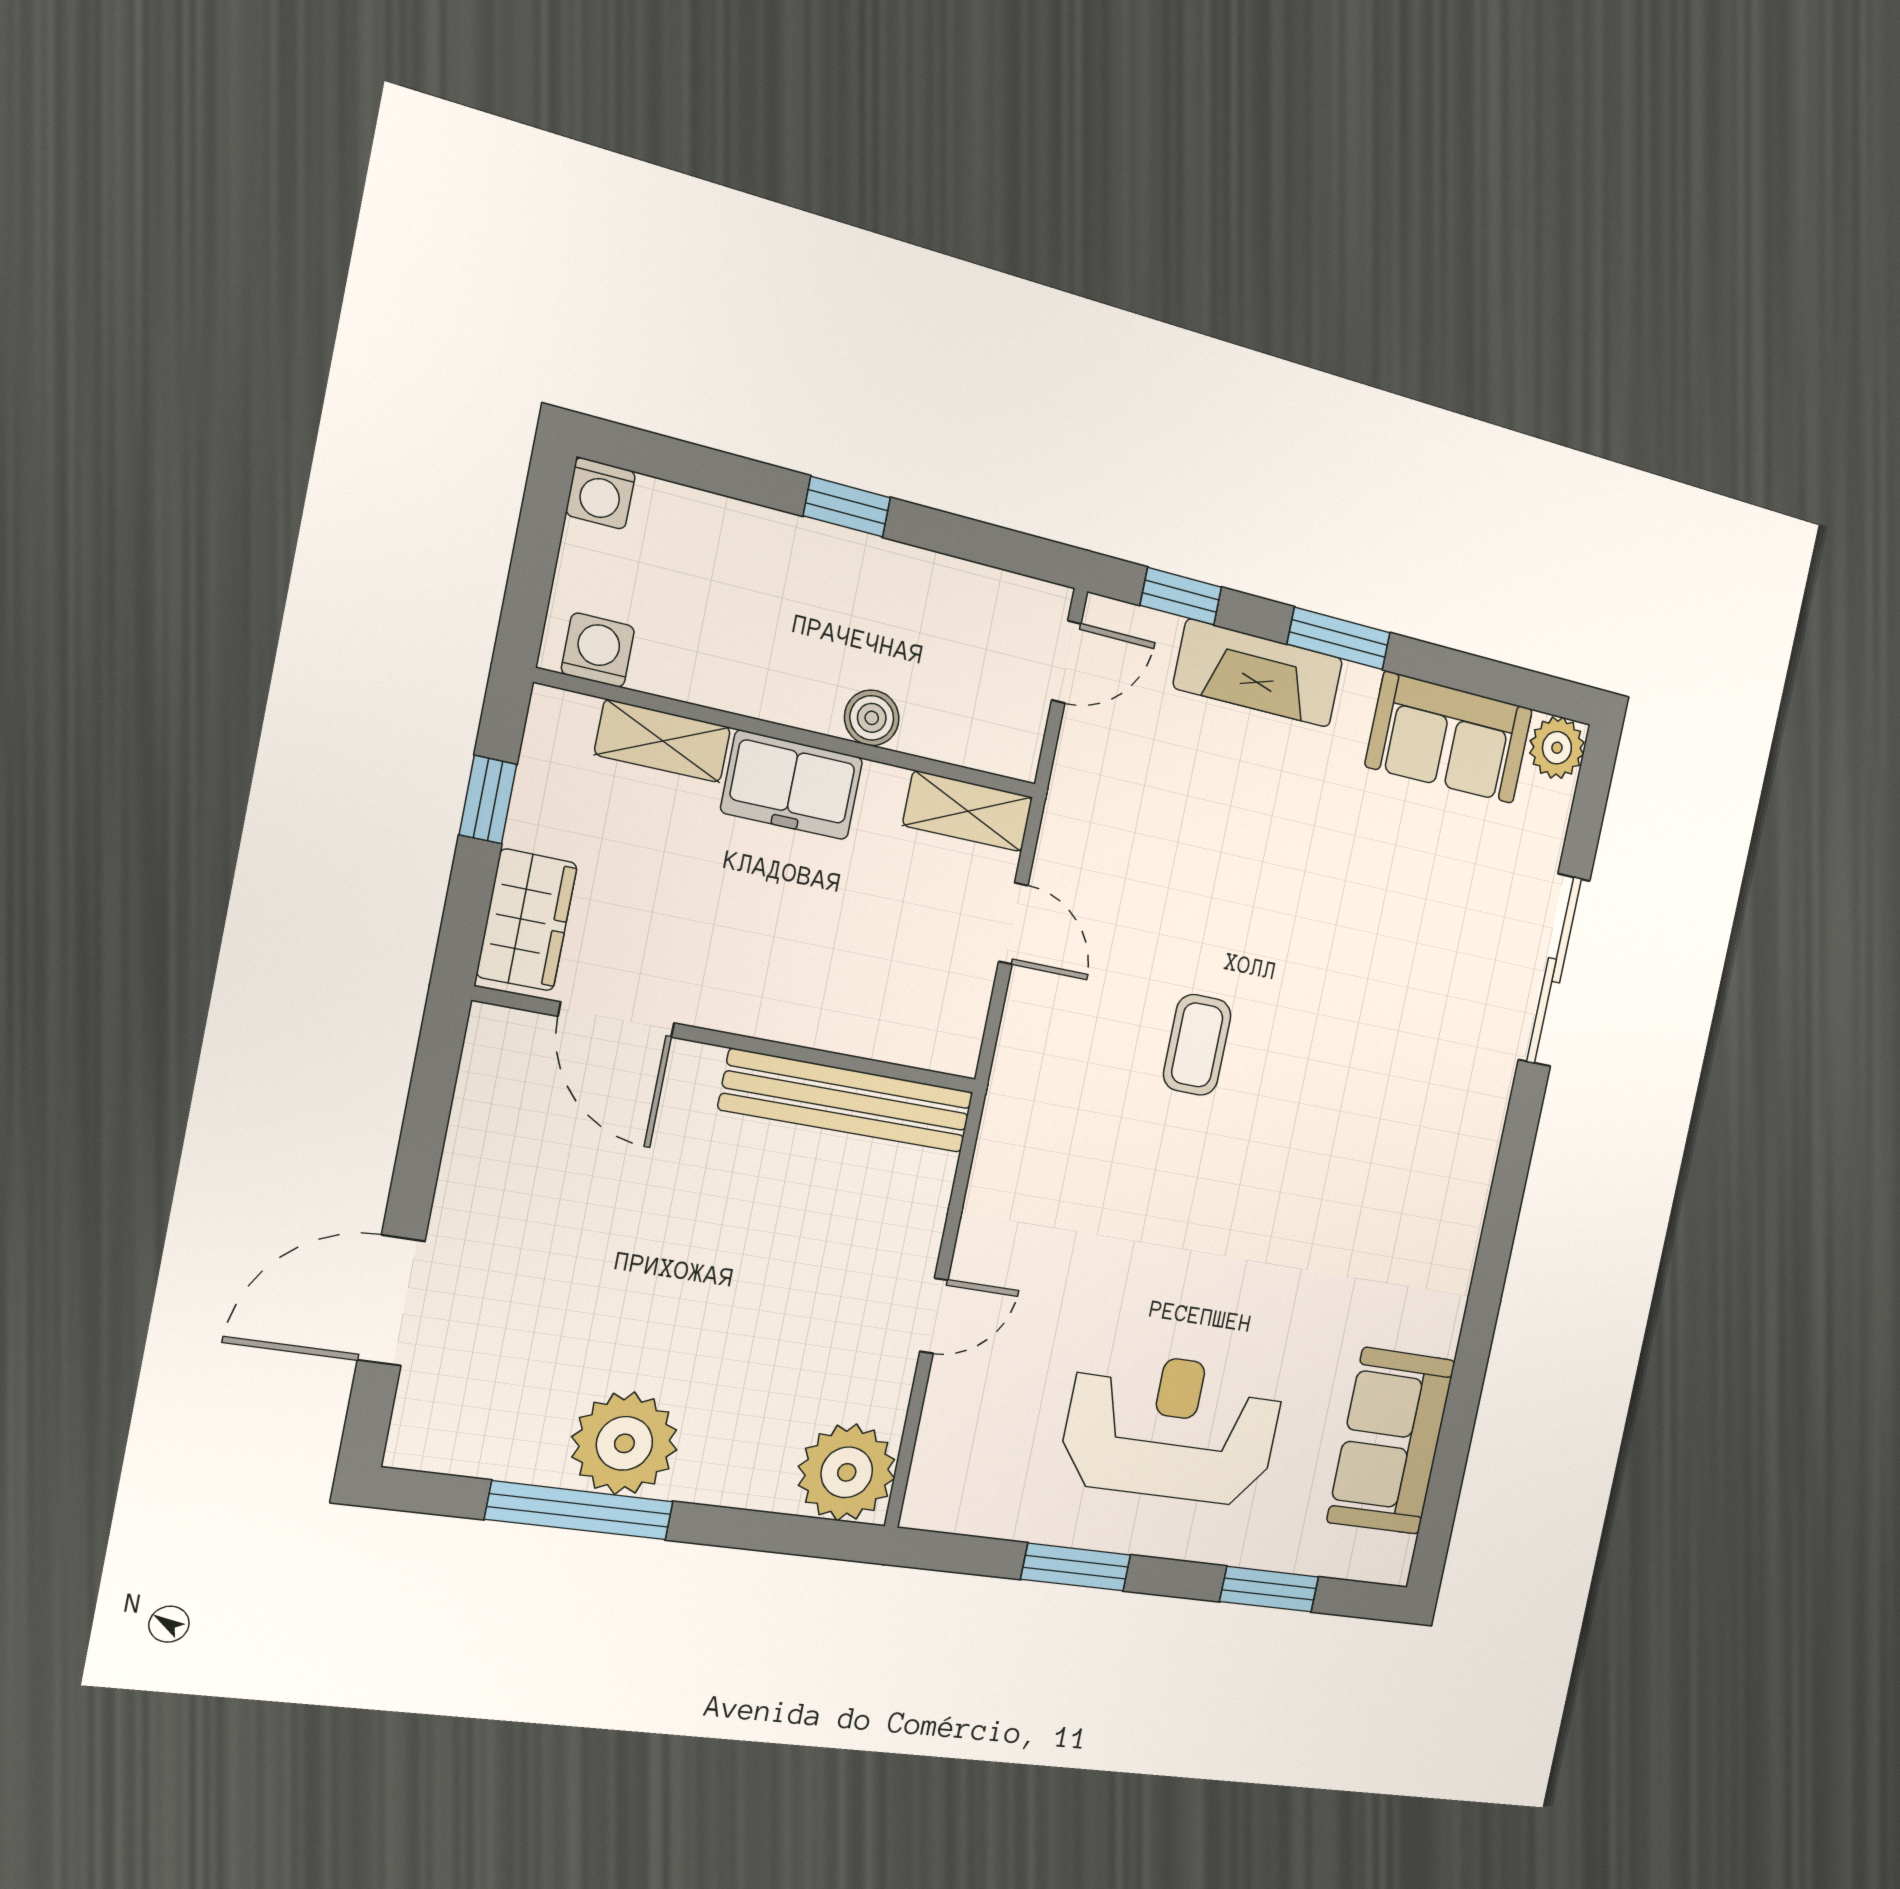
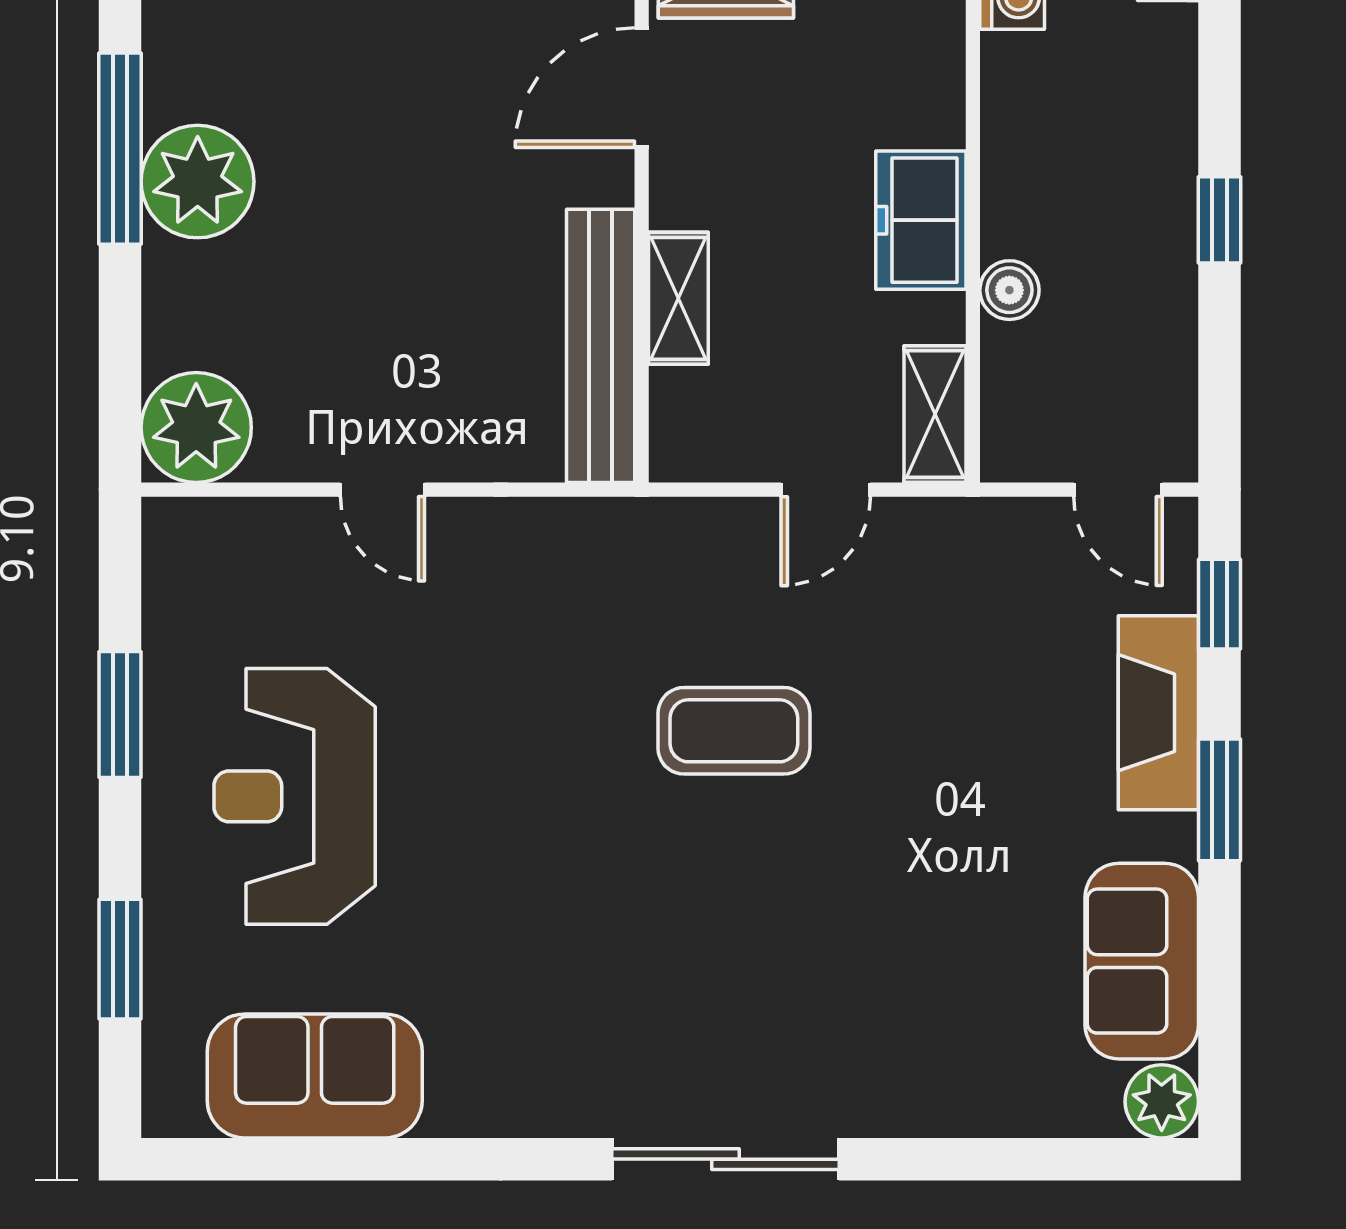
shelving: (663, 741) -> (678, 298), moved
sliding door: (1554, 970) -> (725, 1159), moved
coffee table: (1197, 1045) -> (734, 731), width x1.36, depth x1.30
reception desk: (1172, 1428) -> (295, 796), turned 180

